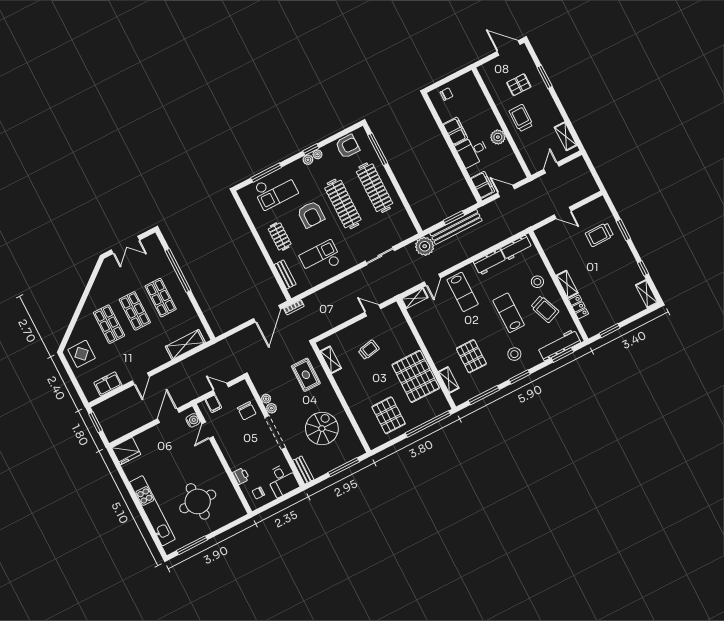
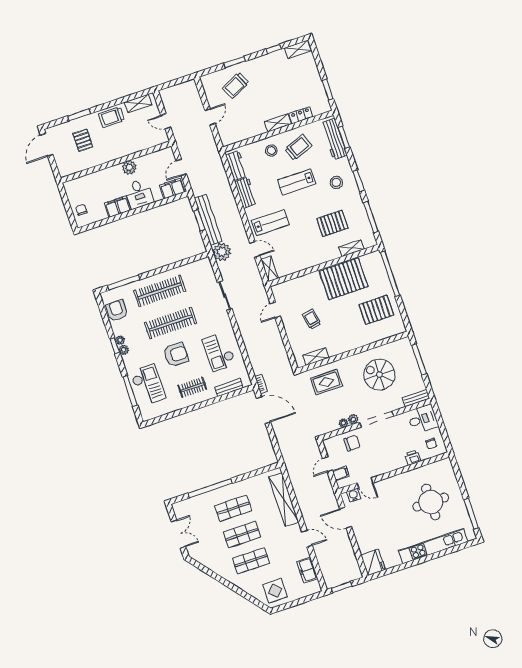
trolley: (521, 118) -> (111, 117), moved
trolley: (599, 235) -> (236, 85), turned 65
shelving: (185, 345) -> (284, 499), width x1.47

